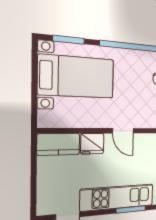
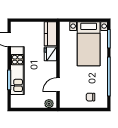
door: (123, 131) -> (58, 85), moved

